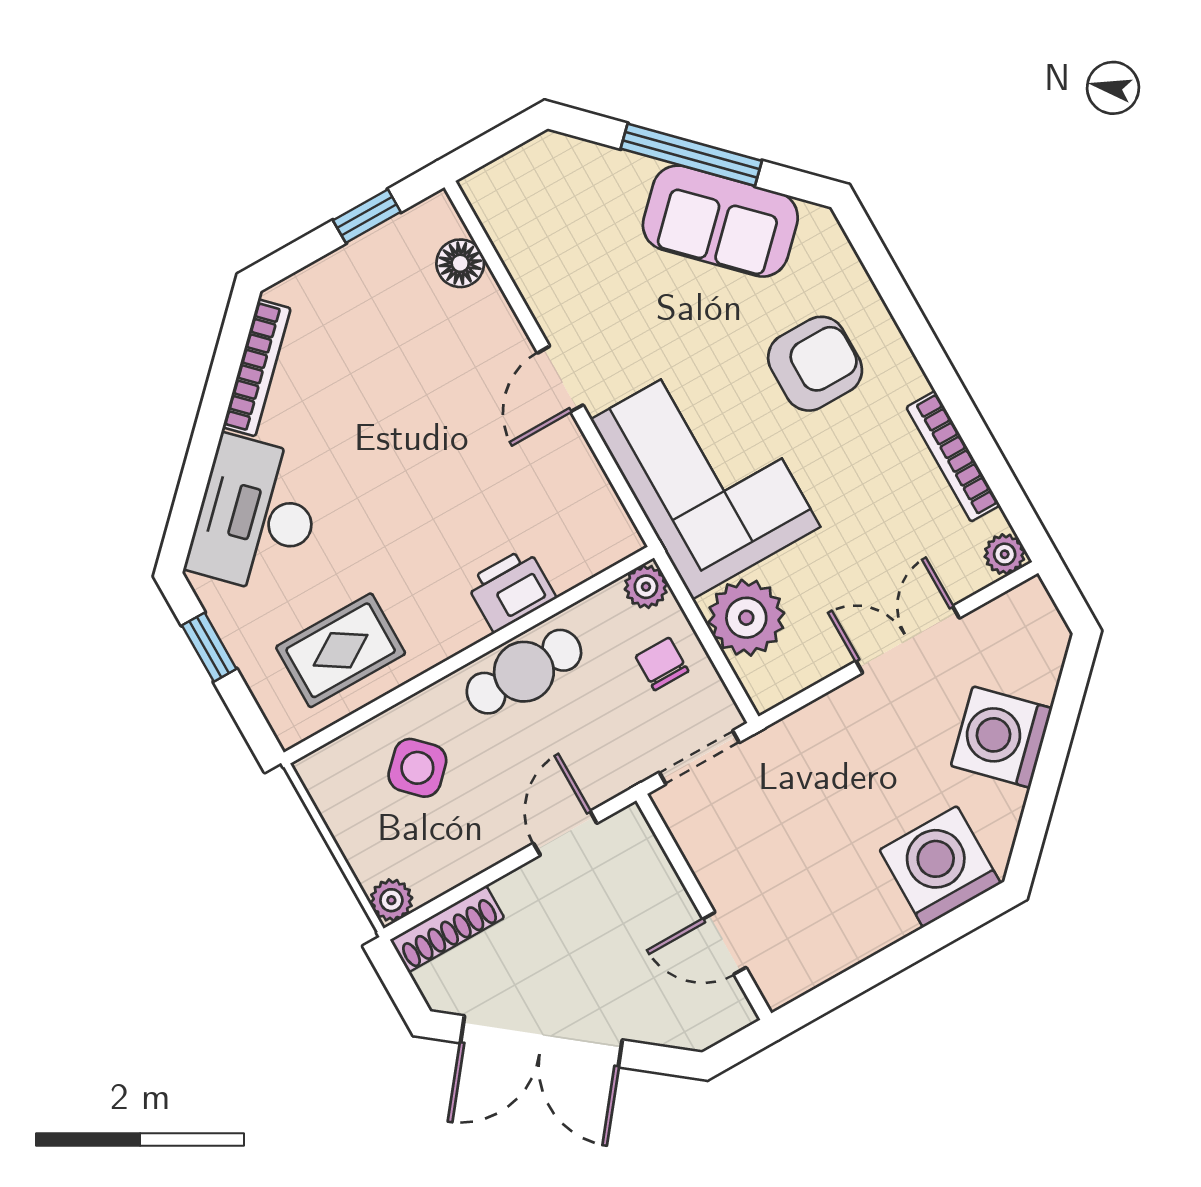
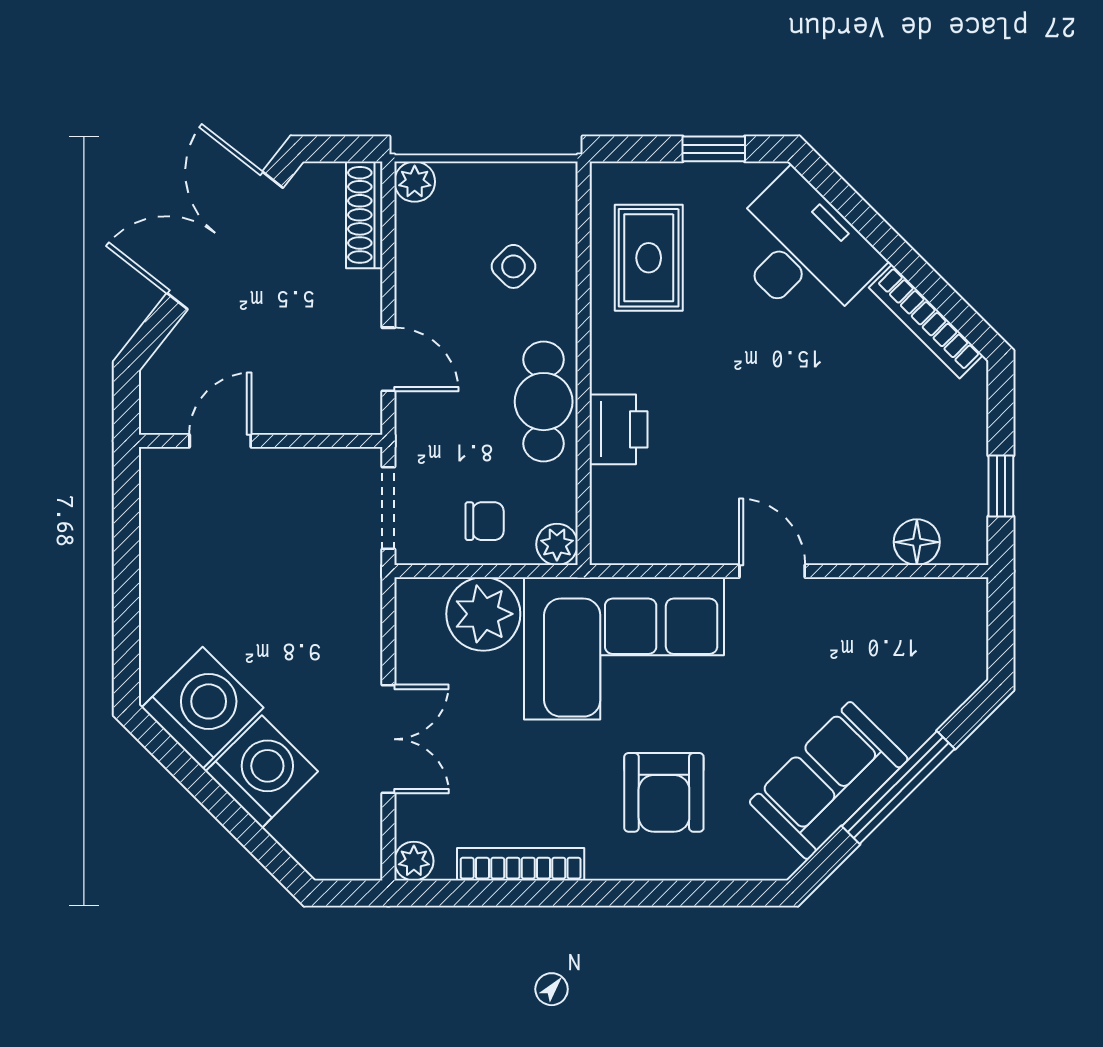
side table: (417, 768) -> (513, 266), width x0.73, depth x0.73
washing machine: (940, 867) -> (203, 708), moved, turned -45

